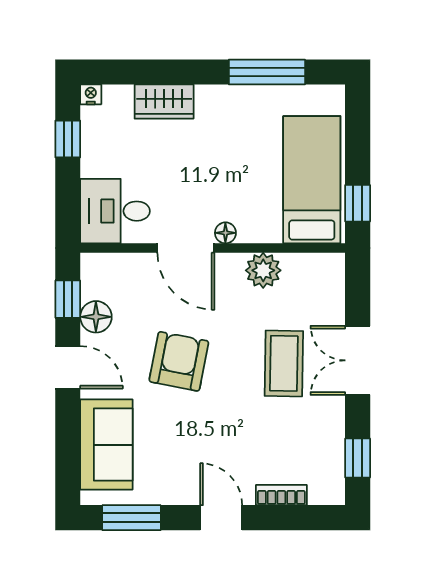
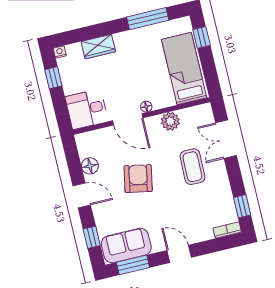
window: (358, 203) -> (202, 37), moved
window: (68, 299) -> (92, 237), moved
double door: (358, 360) -> (226, 139), moved
sofa: (106, 445) -> (126, 246), moved, turned -90
bookcase: (281, 495) -> (227, 230), moved

